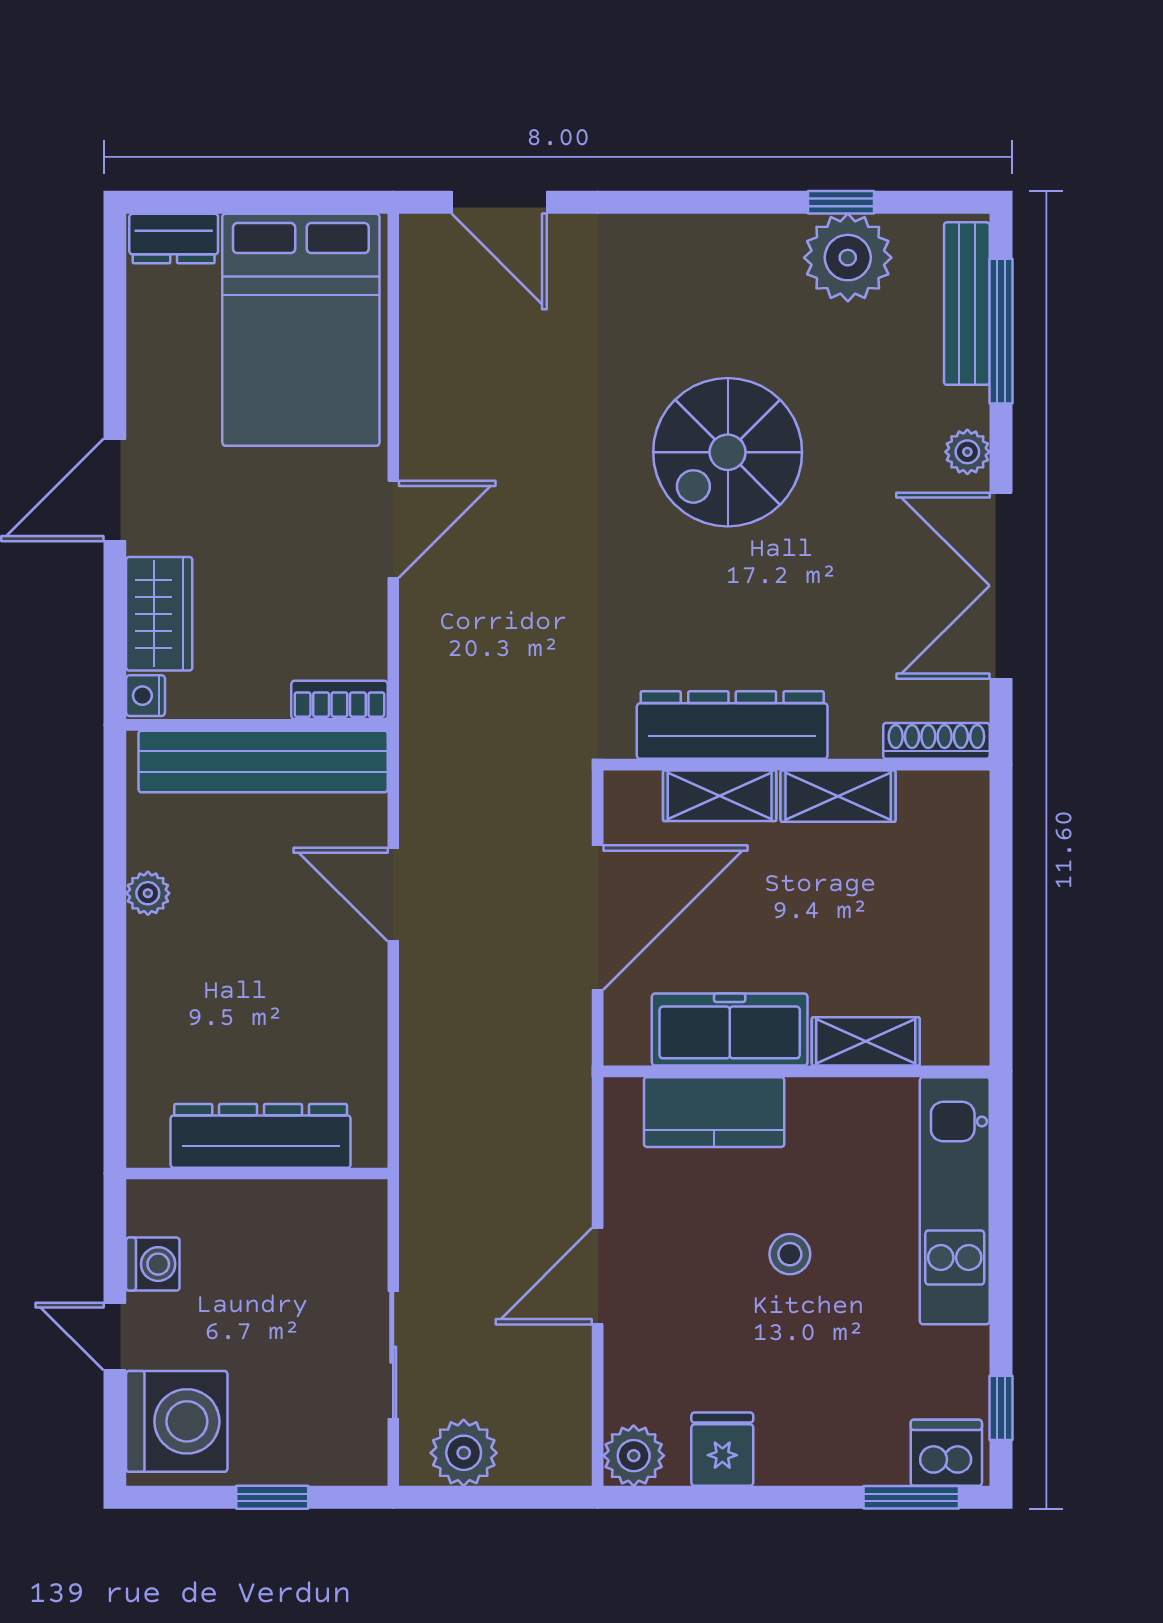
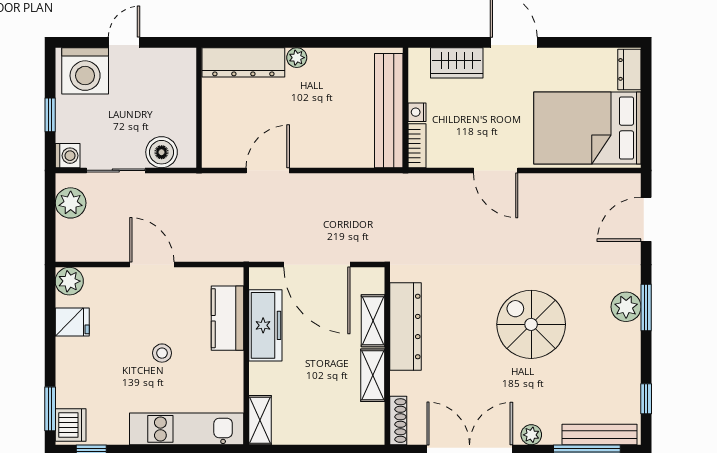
window: (691, 202) -> (646, 307), added
window: (841, 202) -> (646, 399), moved
plant: (848, 258) -> (626, 307), moved, width x0.73, depth x0.73
nightstand: (146, 696) -> (417, 112), moved, turned -90
plant: (148, 893) -> (297, 58), moved
door: (393, 895) -> (268, 170), moved
shelving: (866, 1041) -> (260, 420), moved
dresser: (261, 1136) -> (243, 62), moved, turned 90
boiler: (353, 1255) -> (162, 152), added
washing machine: (153, 1264) -> (68, 156), moved, turned -90

